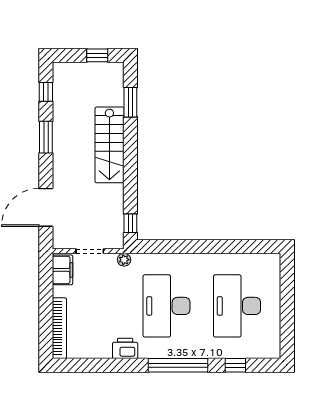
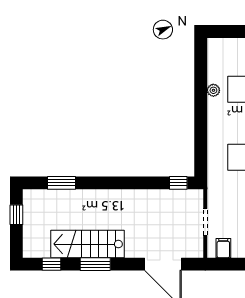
stairs: (109, 145) -> (88, 244), moved, turned 180
plant: (124, 260) -> (213, 90), moved
filing cabinet: (63, 270) -> (223, 248), width x0.50

